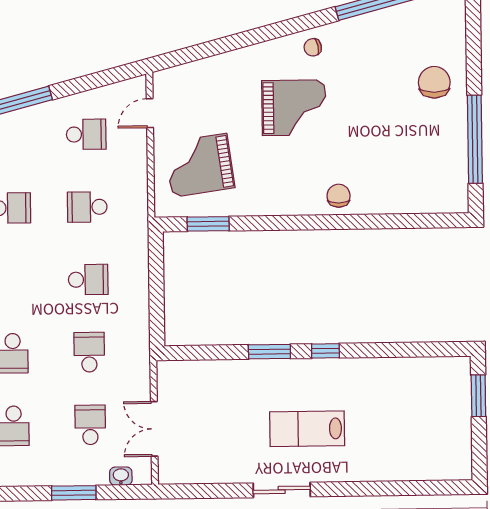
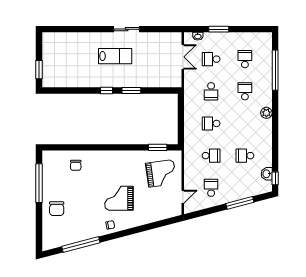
school desk: (86, 134) -> (211, 188), turned 90
chair: (339, 196) -> (76, 165), moved
school desk: (90, 425) -> (211, 59), turned 90

